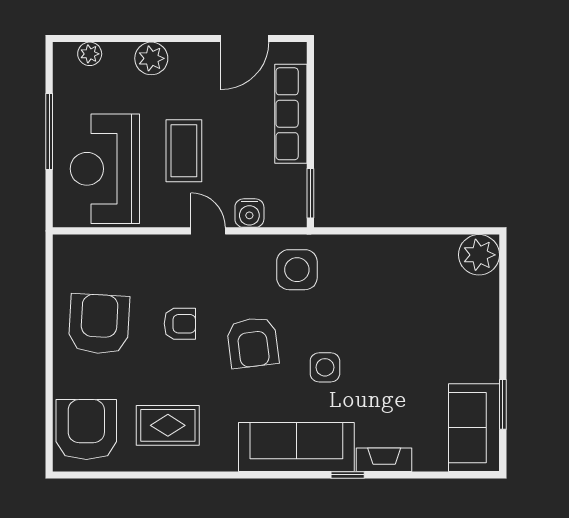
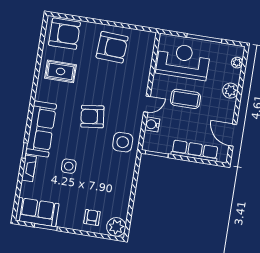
armchair: (180, 324) -> (92, 217), moved, turned 180
side table: (325, 367) -> (69, 166), moved
rug: (168, 425) -> (61, 71), turned 90

